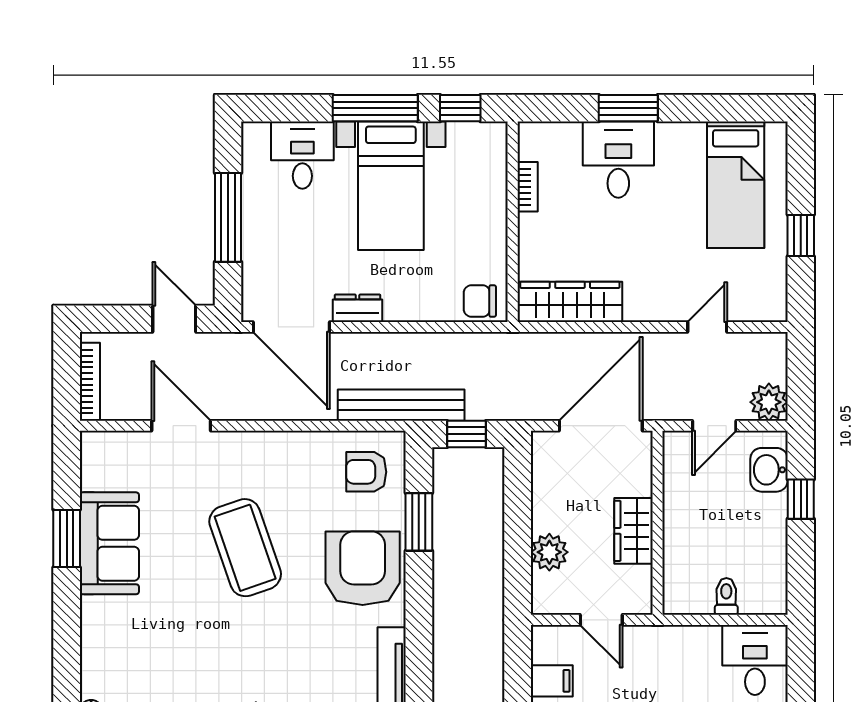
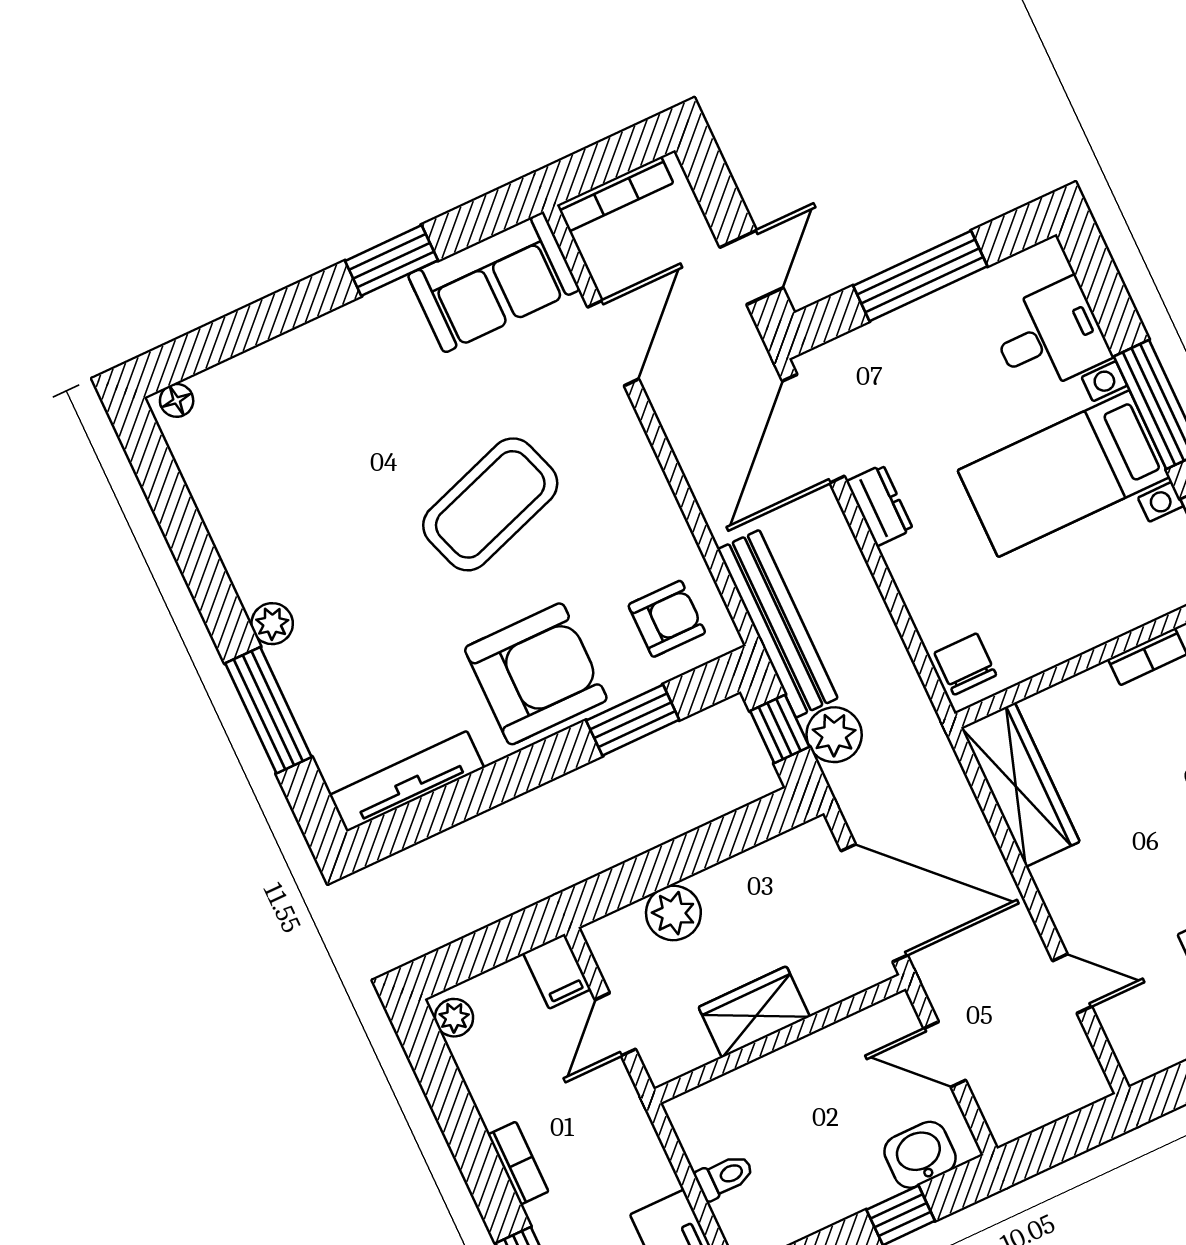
plant: (769, 402) -> (834, 735), moved
armchair: (366, 472) -> (667, 619), turned 90
sofa: (109, 543) -> (494, 282), moved
filing cabinet: (552, 681) -> (557, 971), moved

